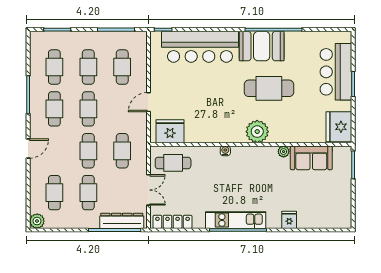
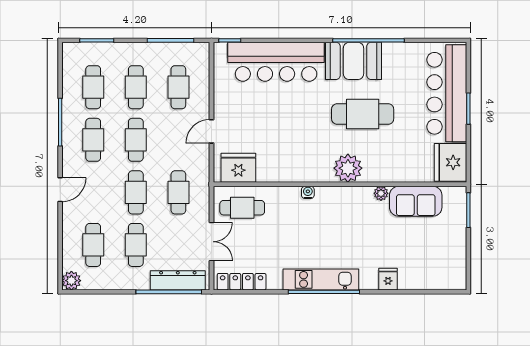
bar counter: (336, 72) -> (447, 93), width x1.36

